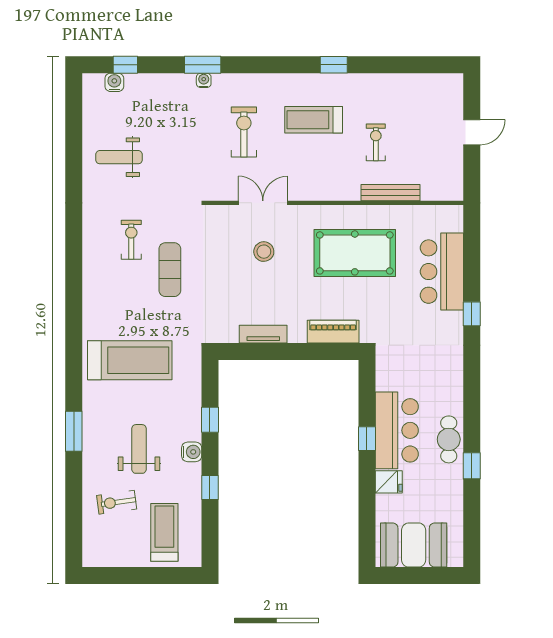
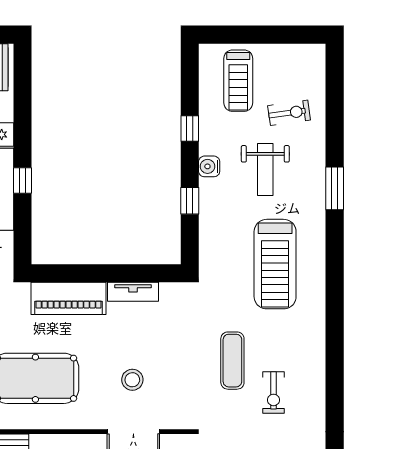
piano: (333, 332) -> (69, 298), width x1.37, depth x1.33
treadmill: (130, 360) -> (275, 264), turned -90

